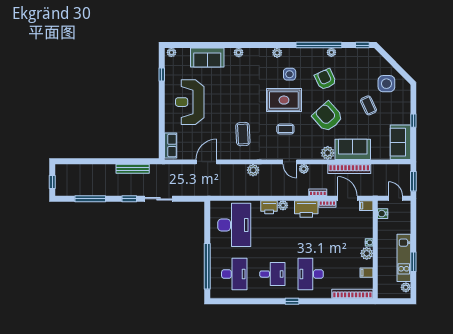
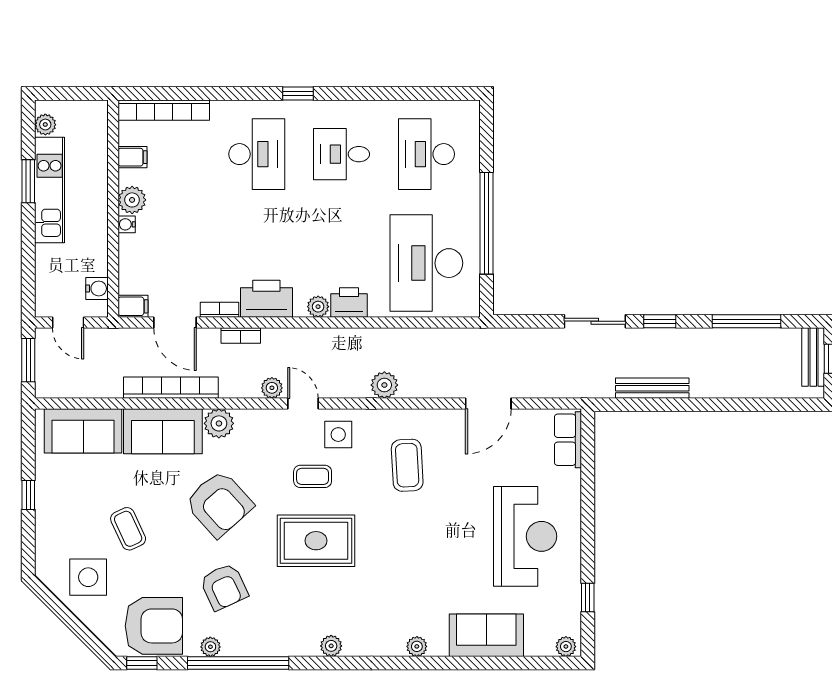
armchair: (357, 62) -> (154, 626), added
side table: (290, 74) -> (338, 435), moved
sofa: (400, 142) -> (83, 431), moved, turned 90
bench: (60, 183) -> (813, 357), added
window: (207, 266) -> (486, 223), moved

